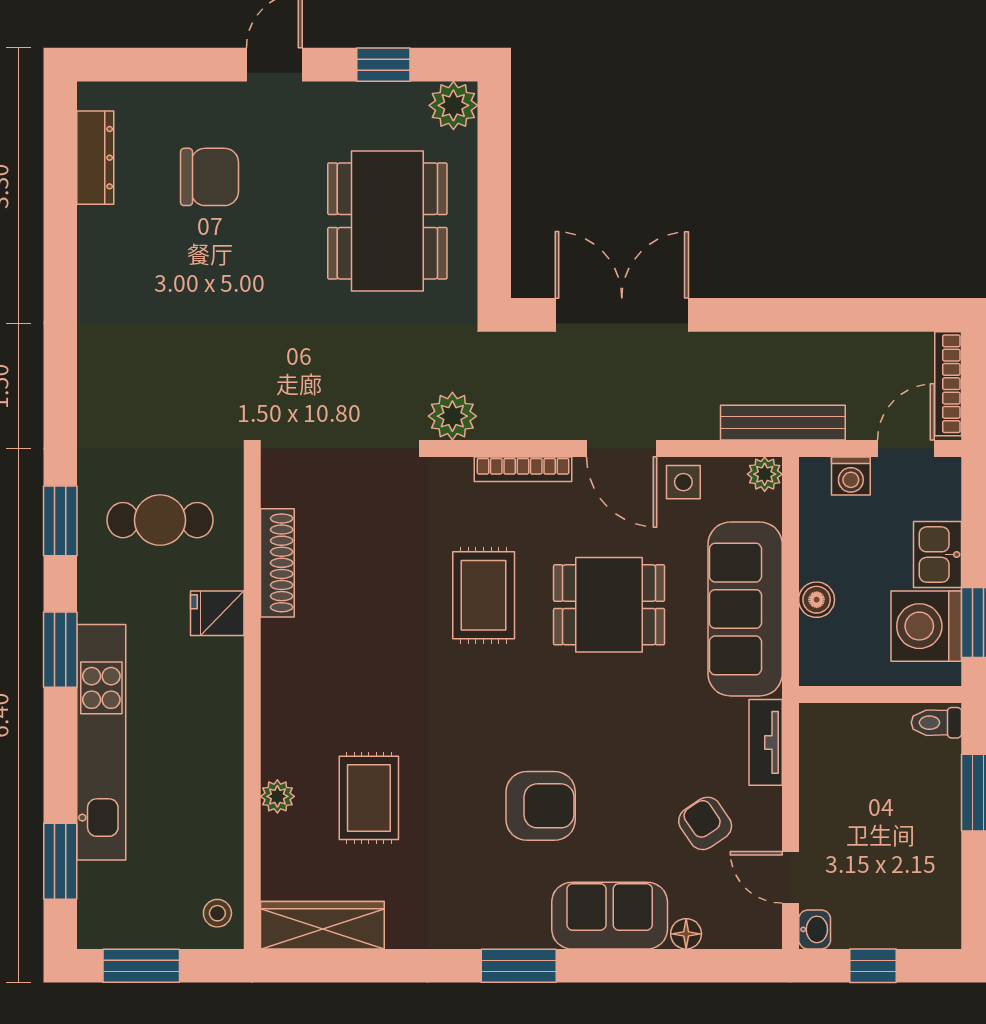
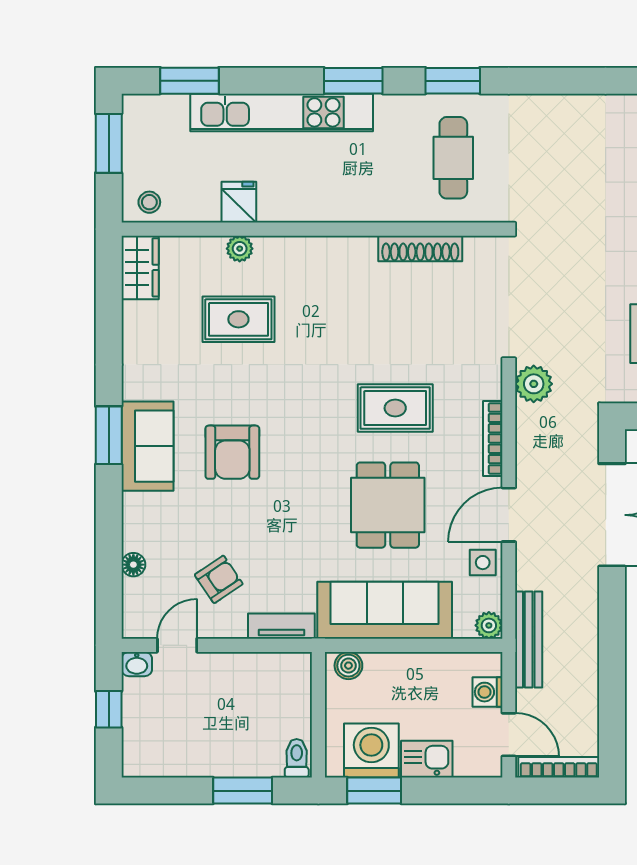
boiler: (817, 600) -> (348, 666), moved
fridge: (217, 613) -> (239, 202), moved
sofa: (610, 916) -> (147, 446), moved
wardrobe: (322, 925) -> (140, 267), width x0.67

